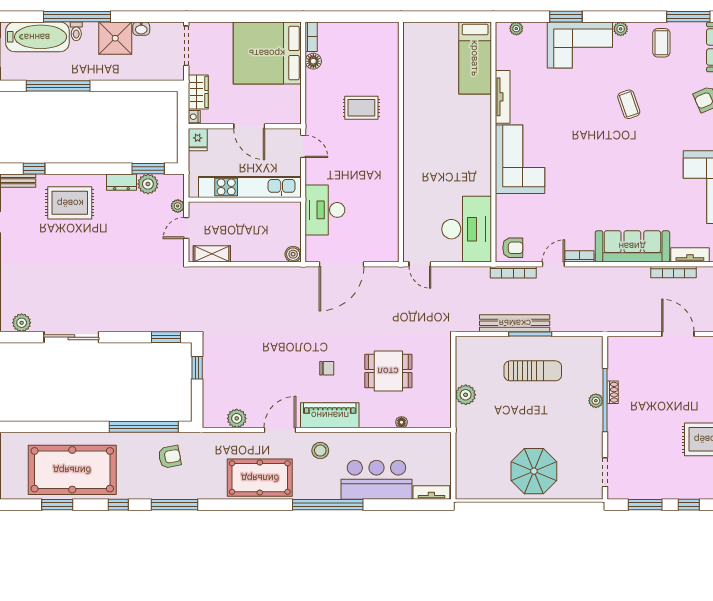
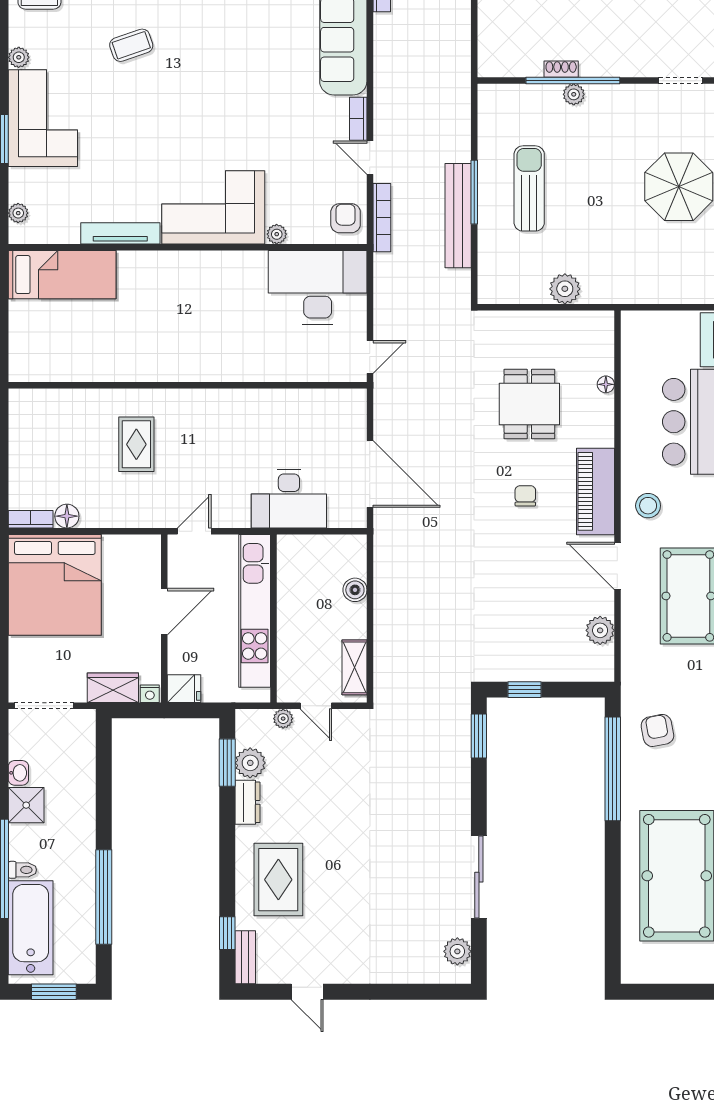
shower: (115, 38) -> (26, 805), width x0.73, depth x0.73
plant: (502, 202) -> (277, 234), added
boiler: (293, 254) -> (355, 590), moved

